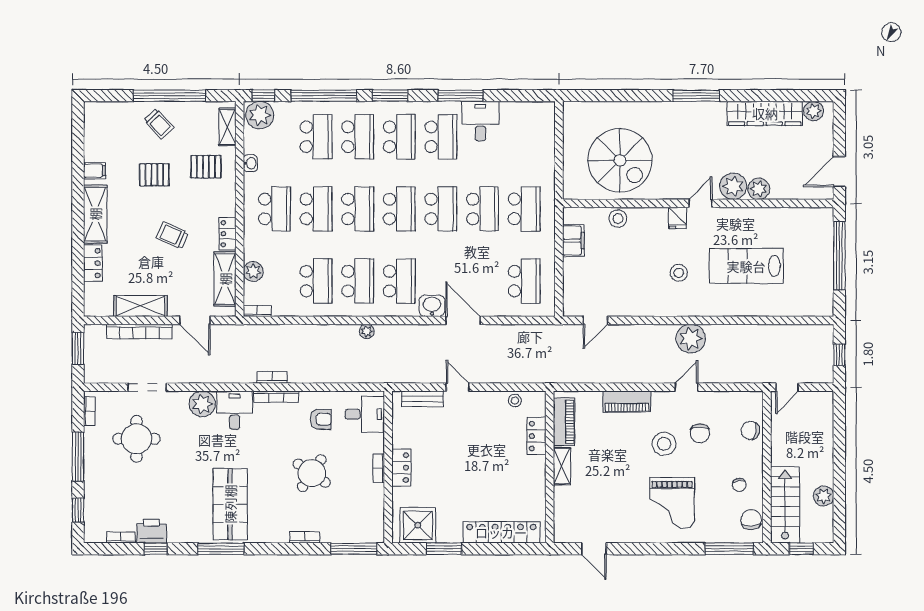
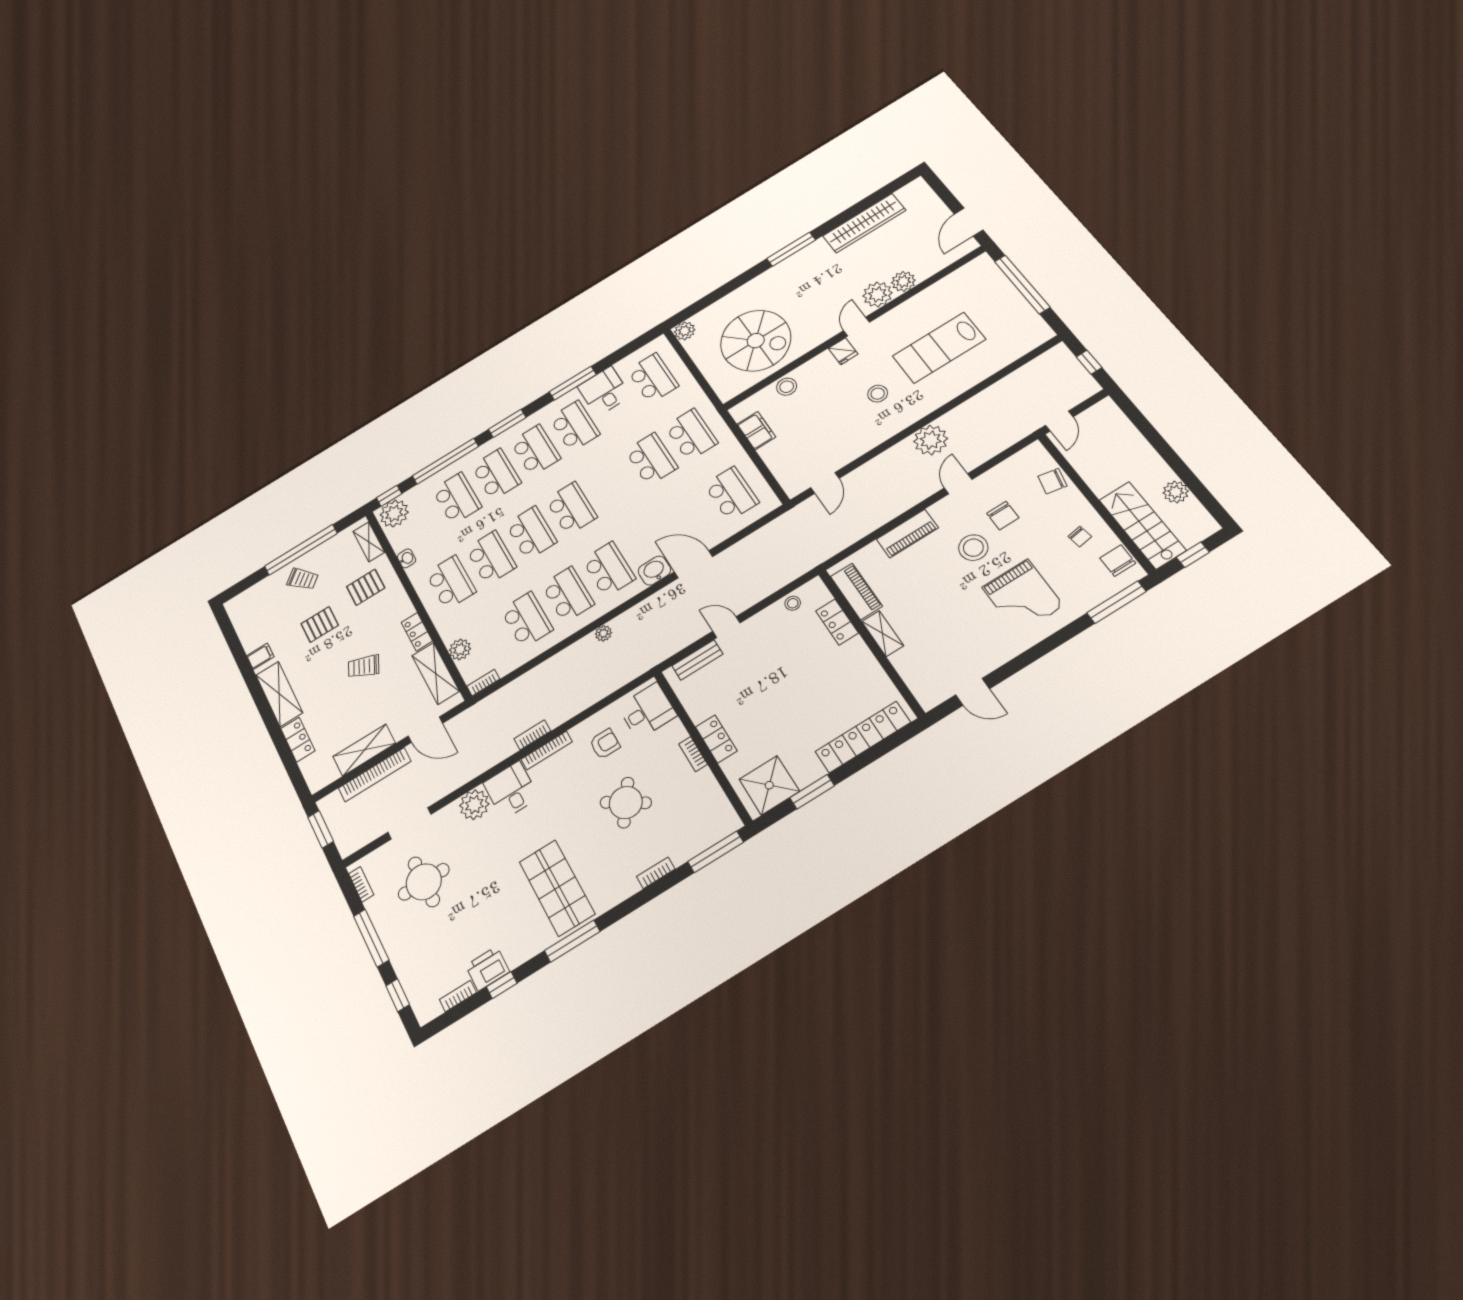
plant: (814, 111) -> (685, 331), moved
school desk: (441, 209) -> (653, 378), moved

